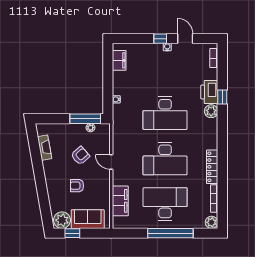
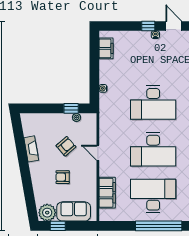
window: (85, 119) -> (71, 108), width x0.46
fireplace: (45, 148) -> (31, 149), moved

